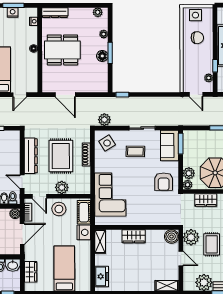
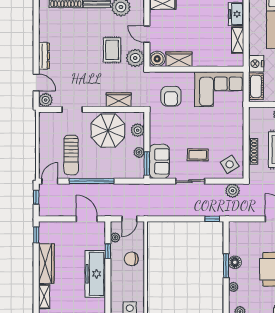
chair: (197, 38) -> (131, 259), moved
door: (196, 94) -> (129, 219), swing flipped
armchair: (164, 182) -> (171, 96), moved, turned 180
plant: (188, 185) -> (139, 152), moved
corner sofa: (110, 195) -> (219, 89), moved, turned -90
wardrobe: (134, 236) -> (179, 59), moved
shelving: (100, 241) -> (238, 40), moved

